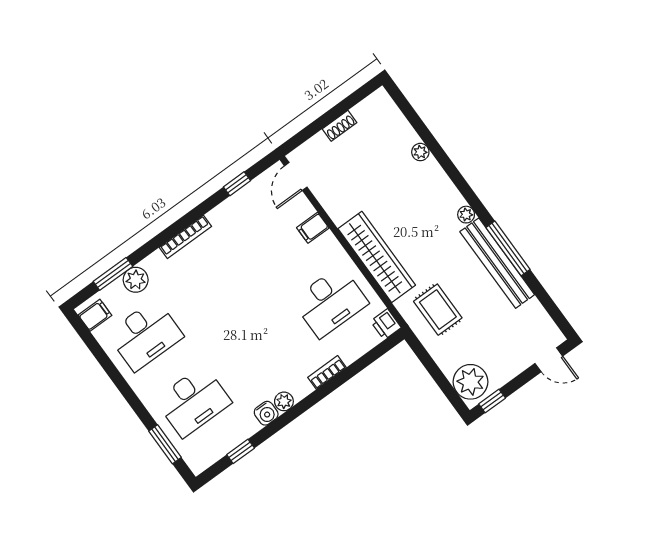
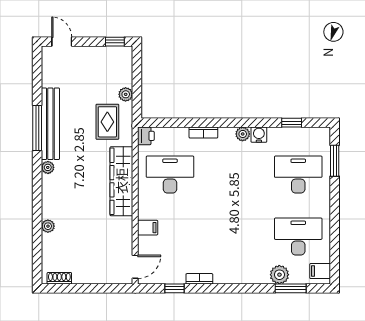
shoe rack: (339, 126) -> (59, 278), moved
bookcase: (185, 237) -> (199, 279), moved, width x0.64
plant: (470, 382) -> (126, 94), moved, width x0.53, depth x0.53

